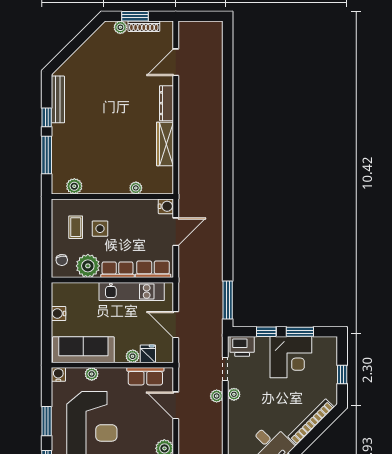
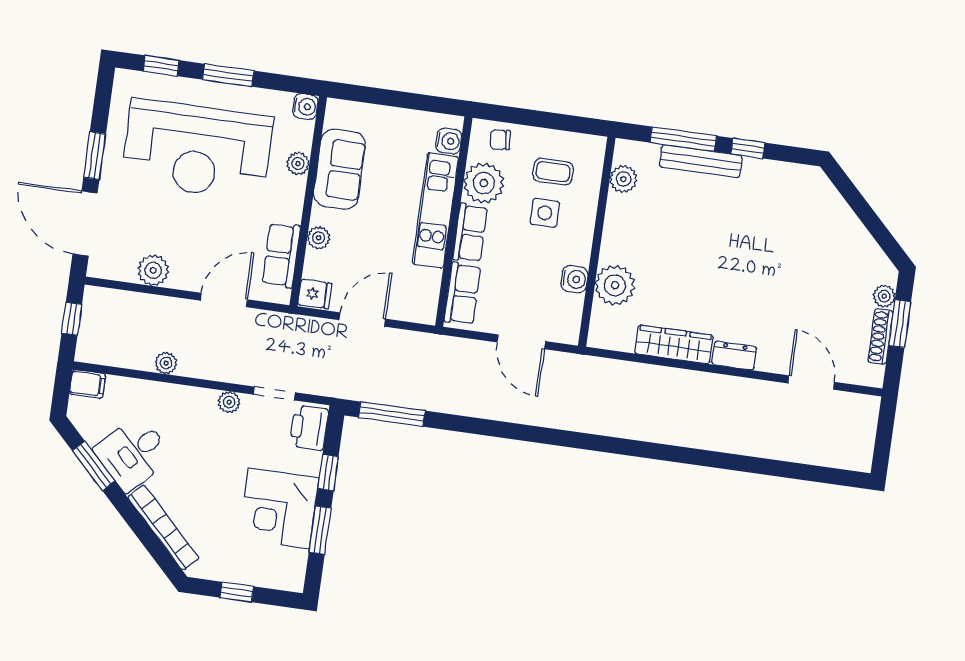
bench: (58, 99) -> (701, 161), moved
dresser: (167, 103) -> (734, 356), width x0.70
plant: (136, 188) -> (615, 285), width x1.88, depth x1.88
water cooler: (166, 206) -> (574, 279), moved, turned -90
kitchen unit: (132, 291) -> (435, 210), moved
water cooler: (58, 314) -> (449, 141), moved, turned 90
sofa: (83, 350) -> (340, 169), width x0.73
fridge: (148, 354) -> (315, 294), moved
plant: (217, 396) -> (166, 363), moved

